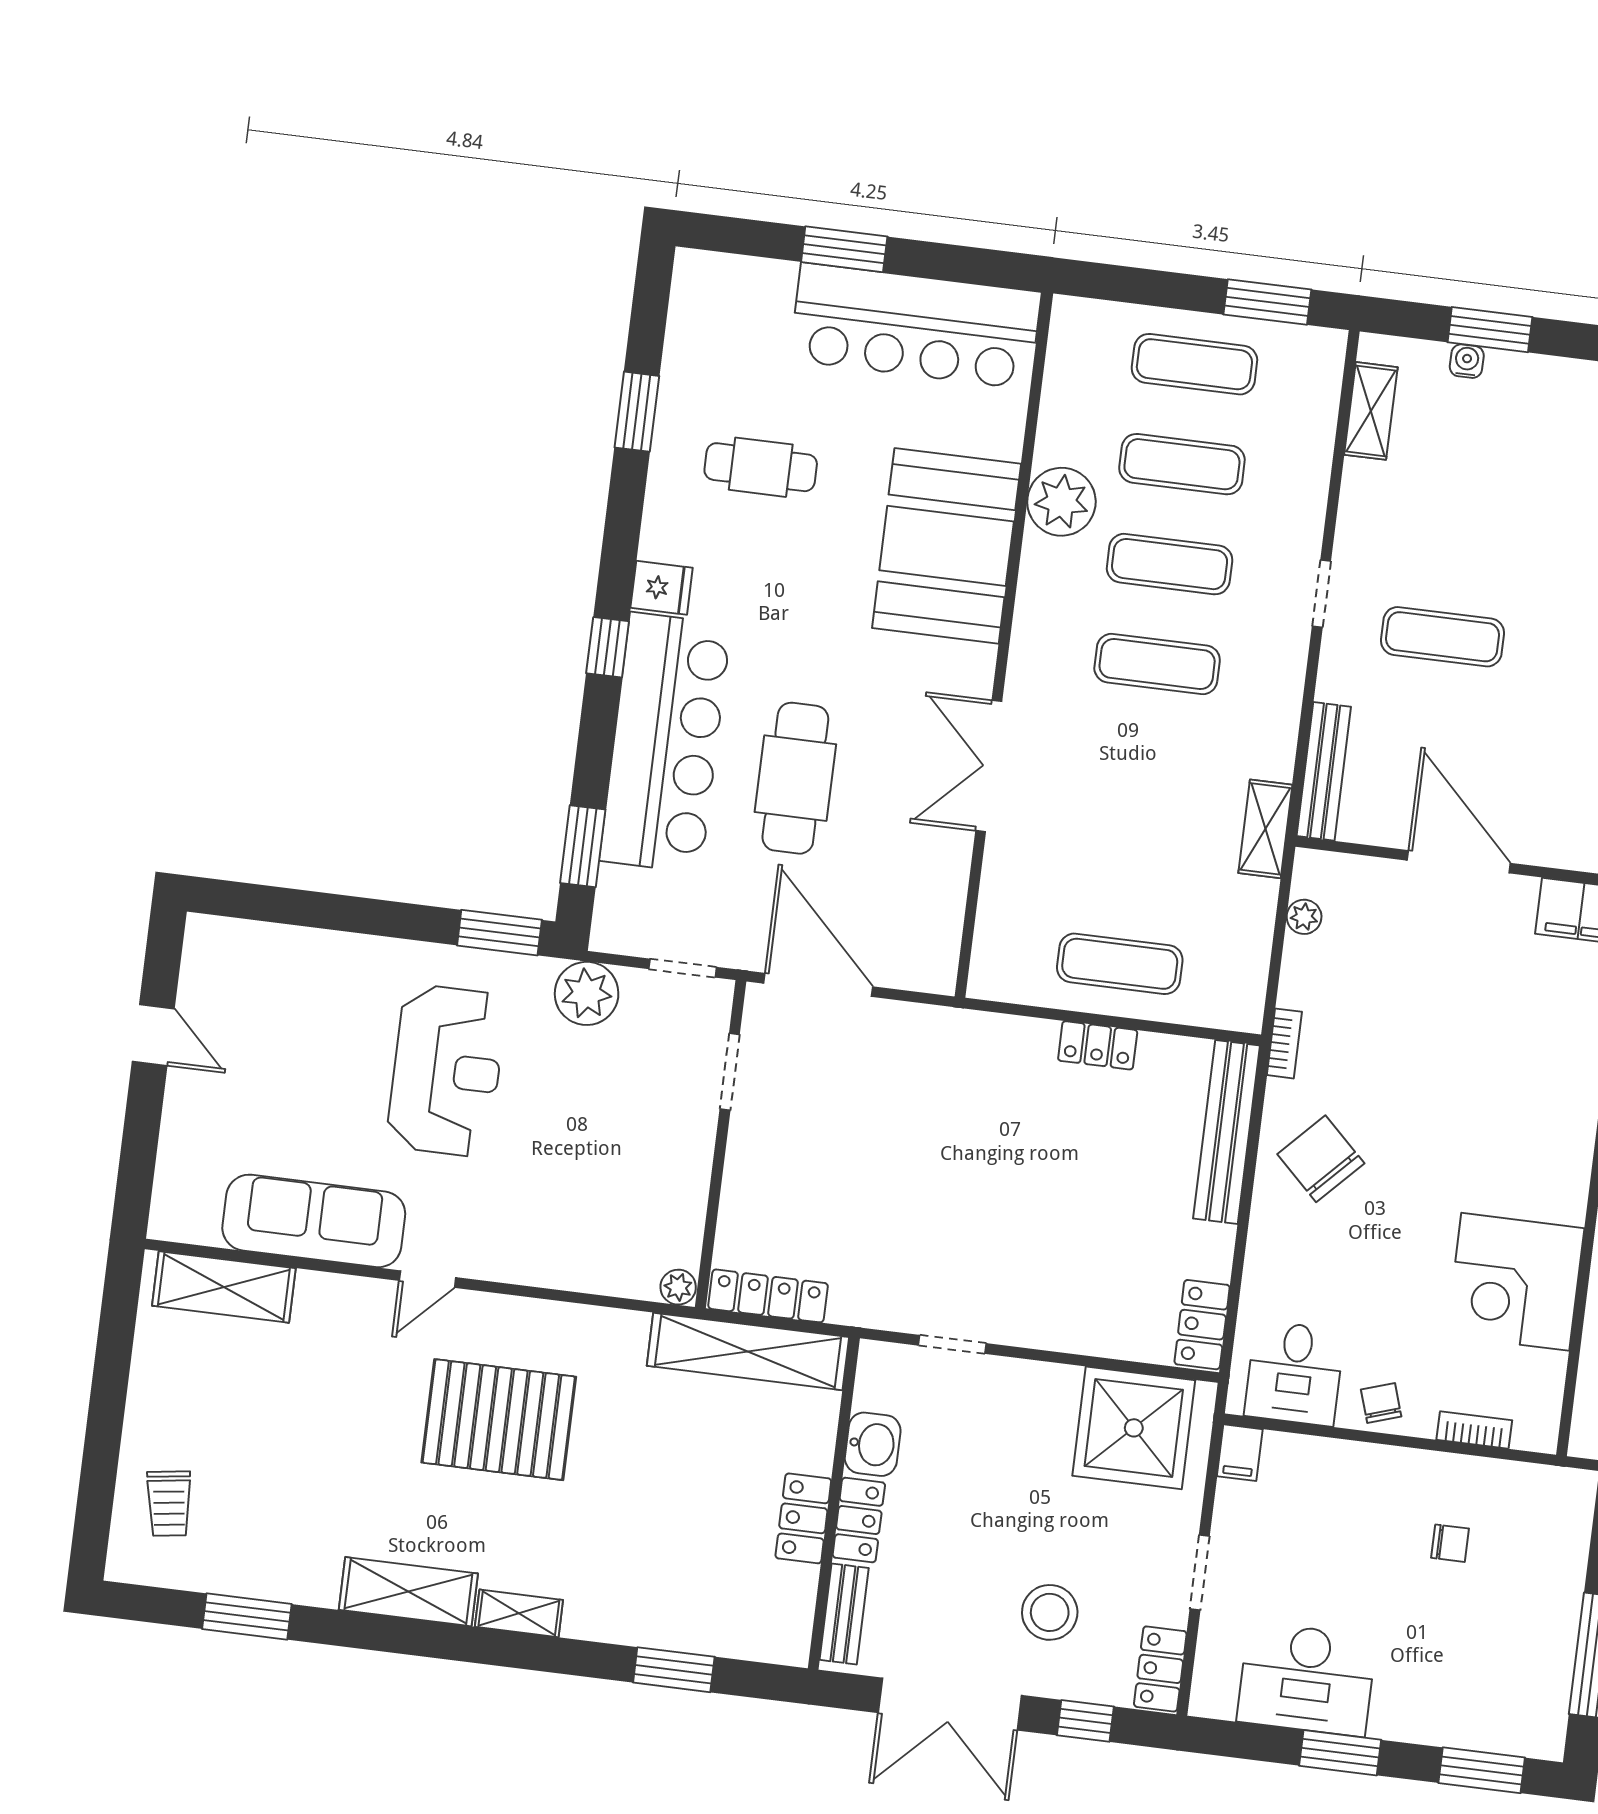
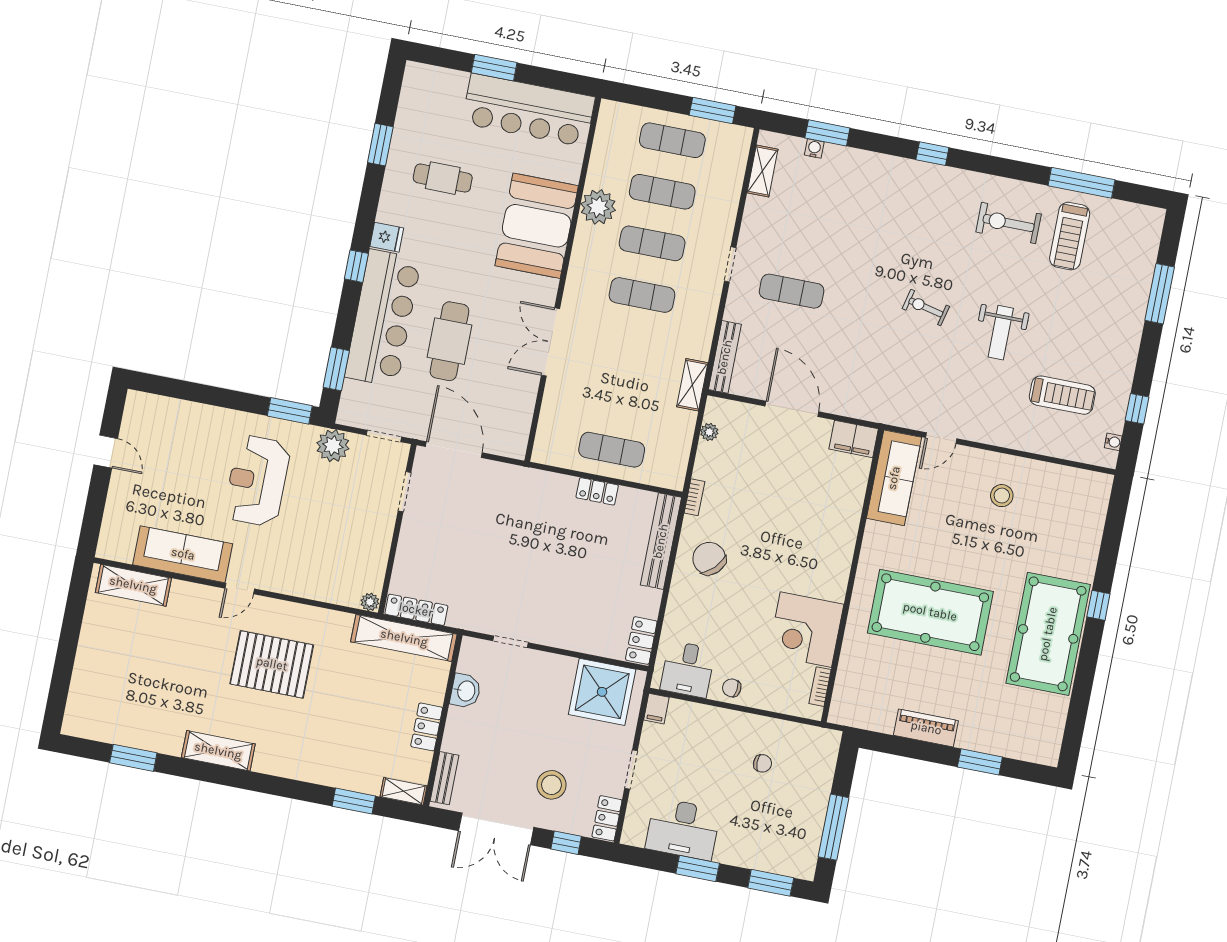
reception desk: (447, 1071) -> (257, 481), turned 180
chair: (1381, 1403) -> (732, 688), turned -66
bookcase: (1474, 1430) -> (820, 687), moved, turned -90
trolley: (169, 1504) -> (97, 696), removed
locker: (859, 1520) -> (456, 730), removed
shelving: (519, 1613) -> (404, 791), moved

